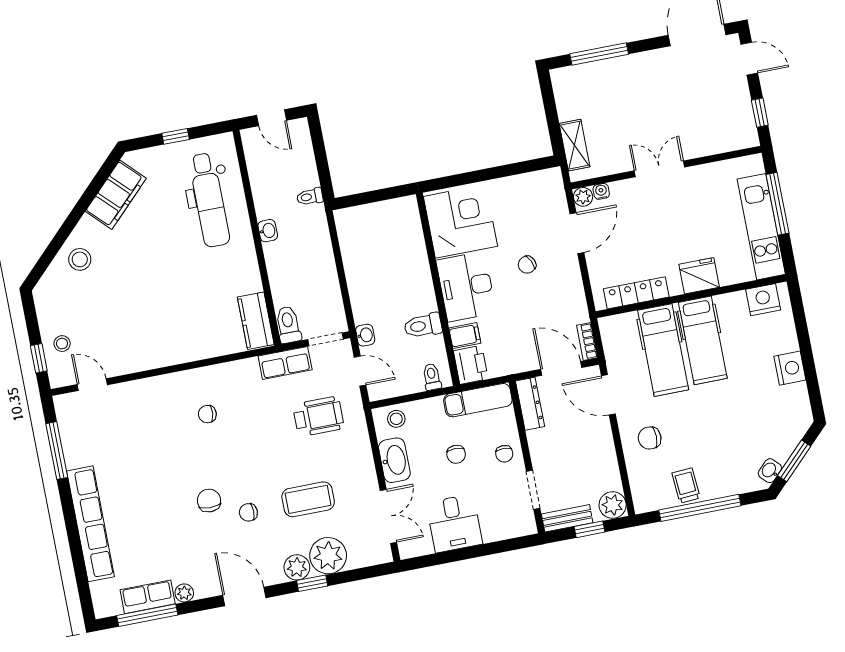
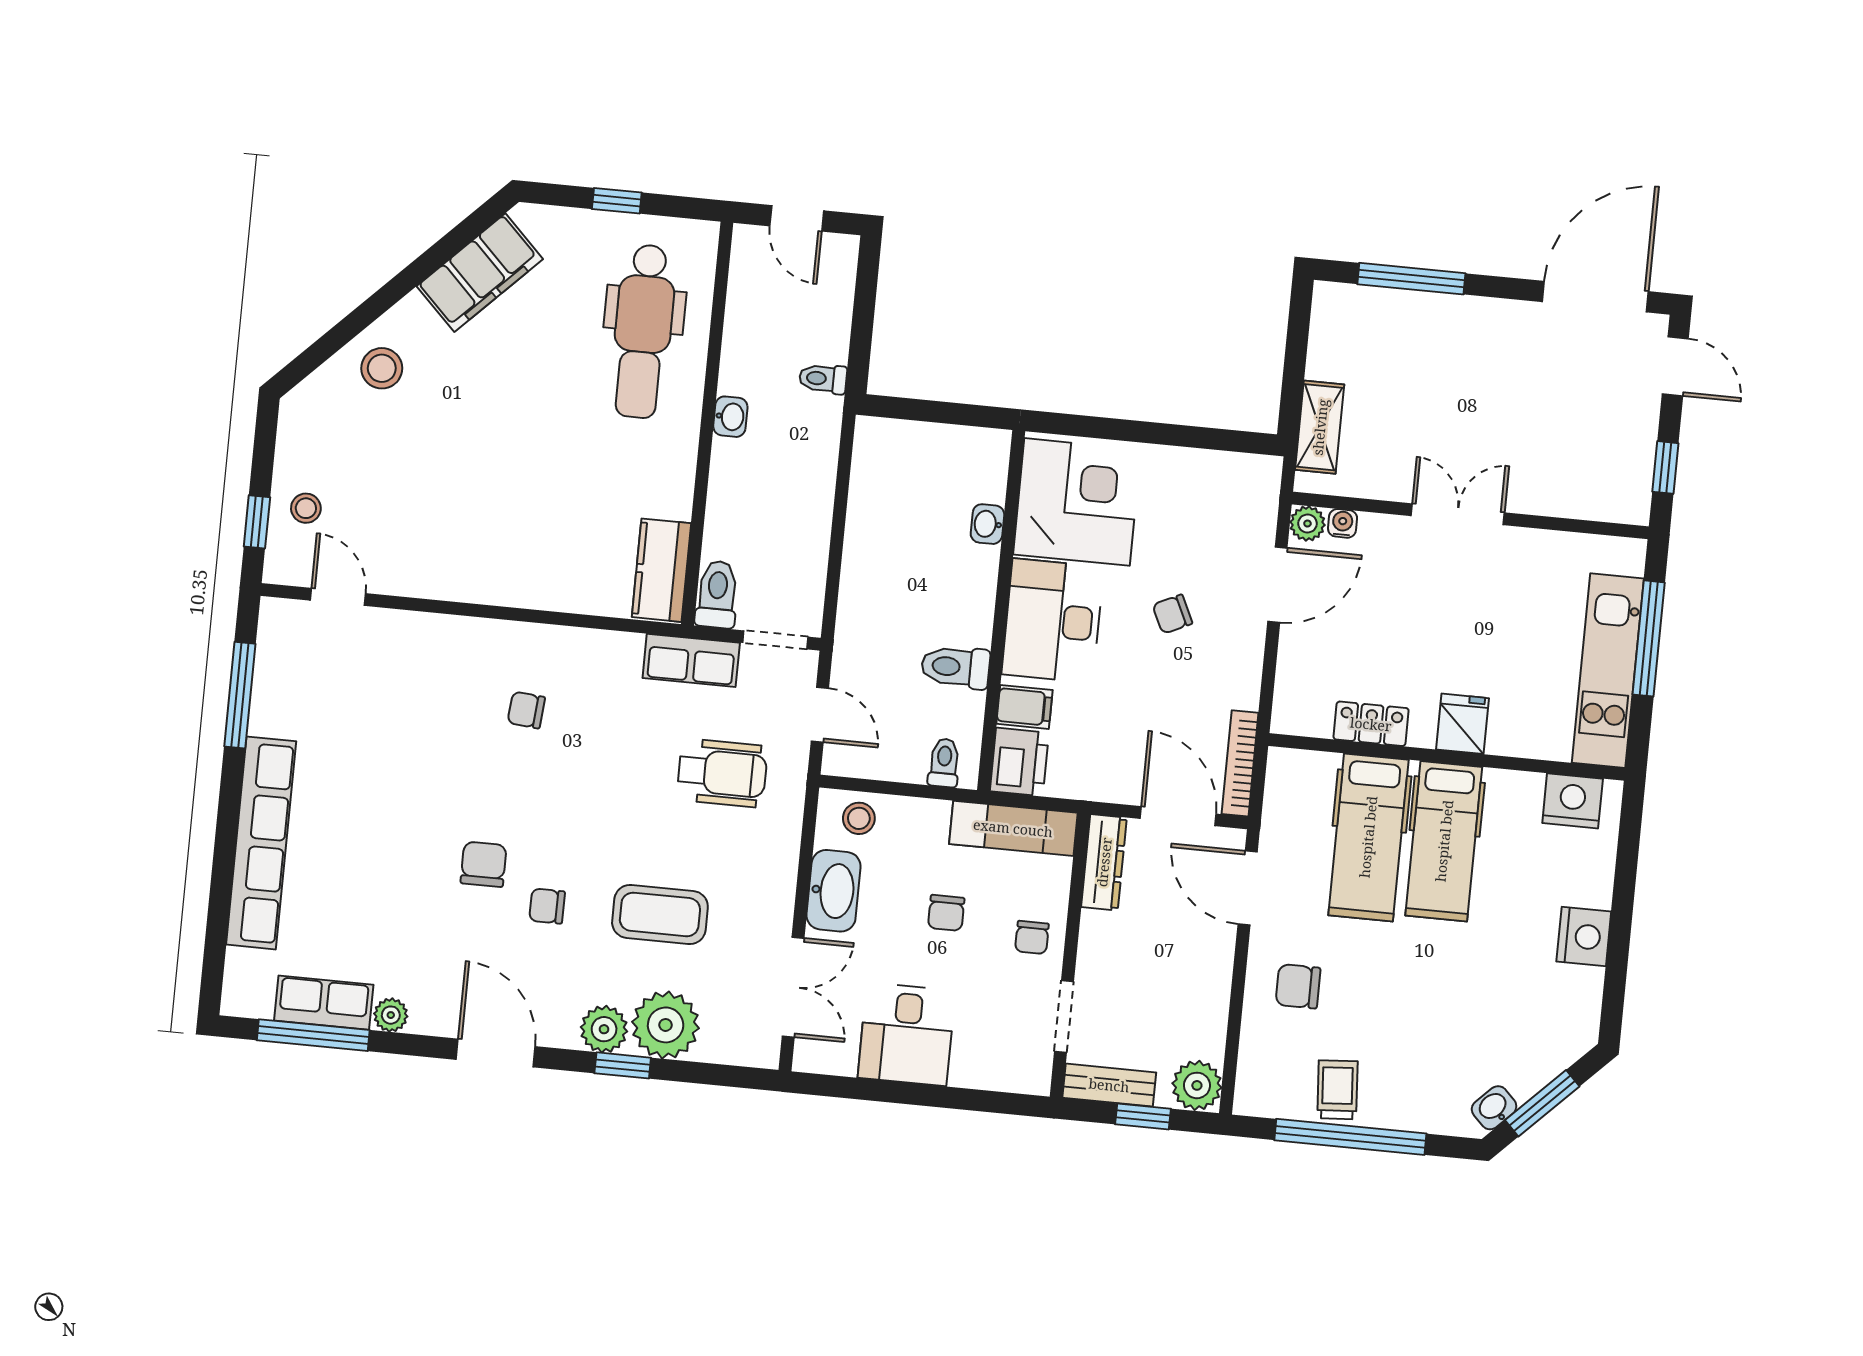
fridge: (699, 276) -> (1462, 724), width x0.72
locker: (636, 293) -> (1371, 724), width x0.66
washbasin: (365, 335) -> (987, 524), moved, turned 180
bookcase: (587, 341) -> (1240, 763), width x1.56

